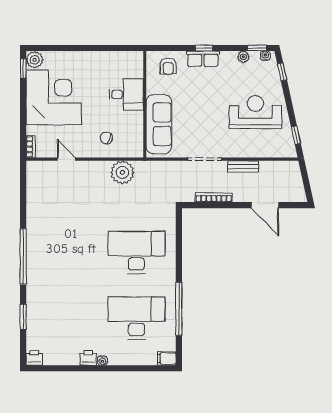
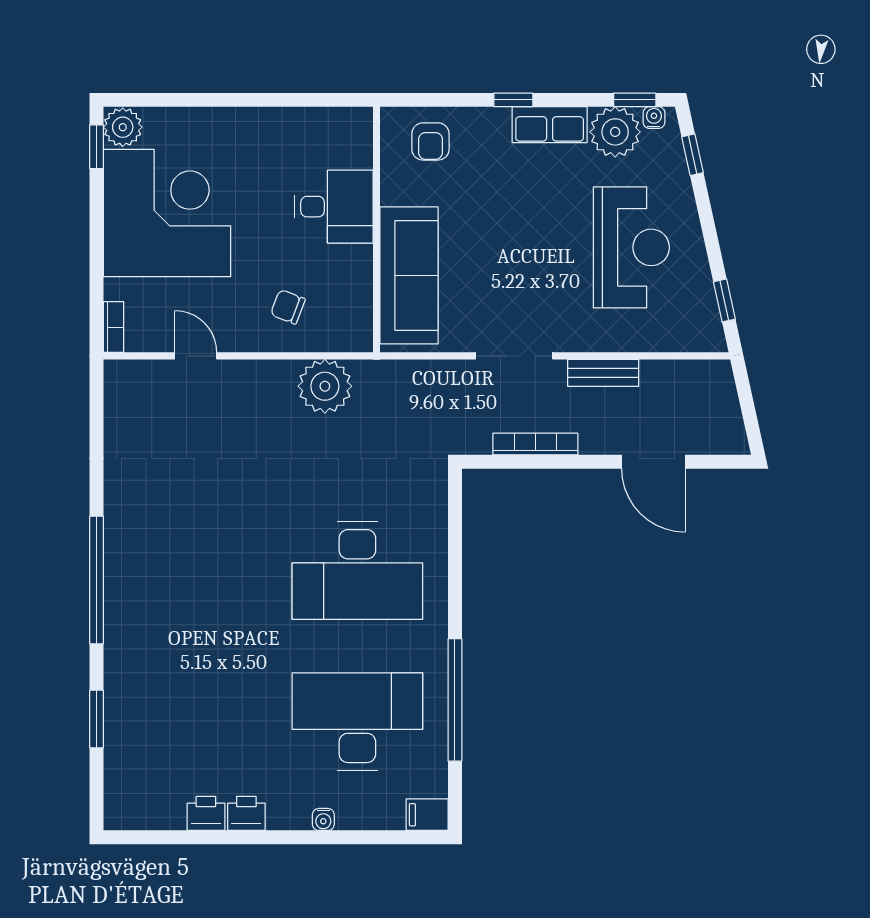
plant: (243, 57) -> (615, 132), width x1.87, depth x1.87
row of seats: (203, 59) -> (550, 125), moved
reception desk: (255, 112) -> (631, 247), turned 90
desk: (137, 252) -> (357, 571), turned 180
printer: (34, 358) -> (206, 813), moved
water cooler: (102, 361) -> (323, 819), moved

